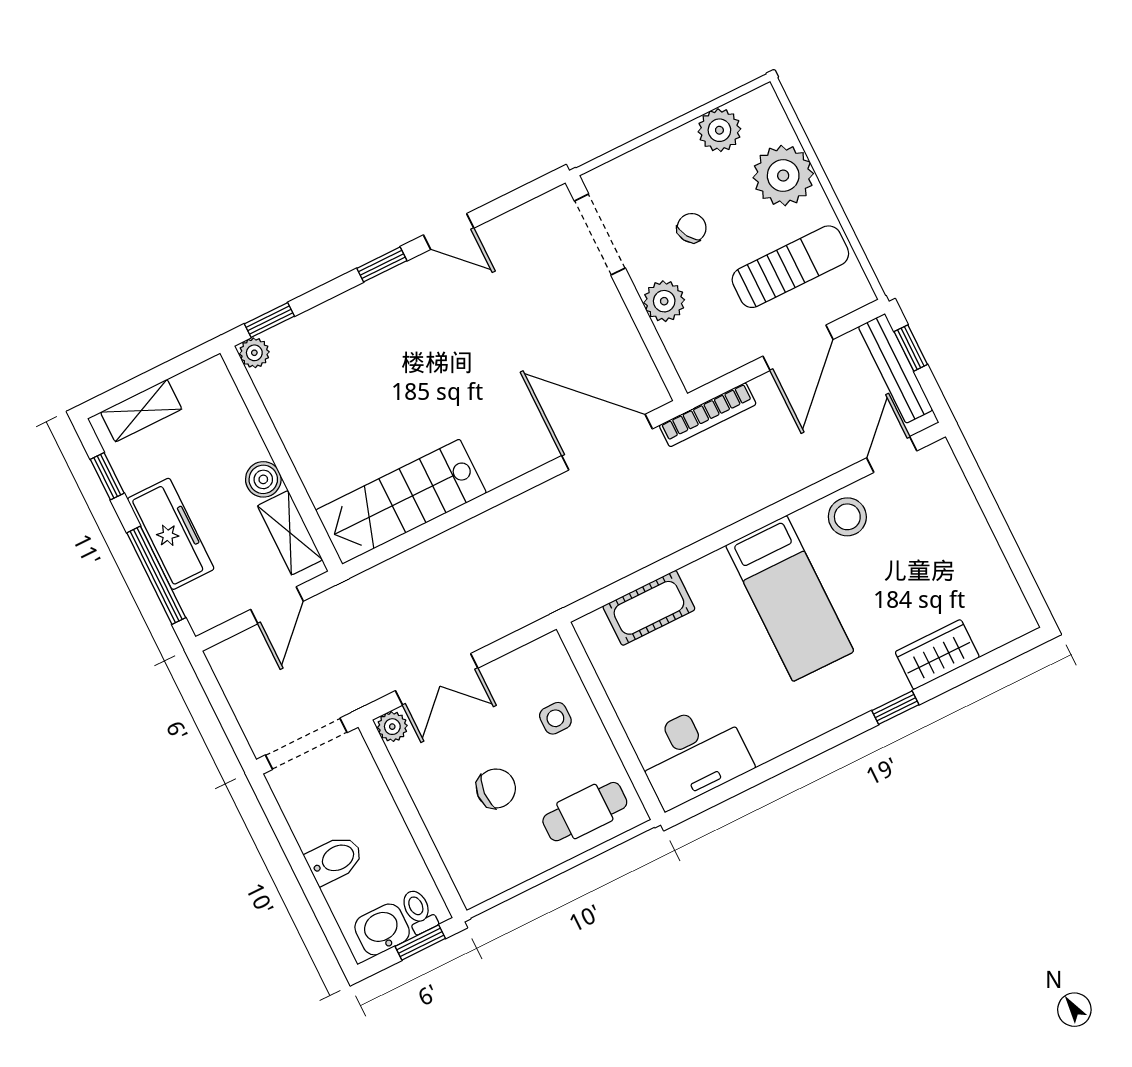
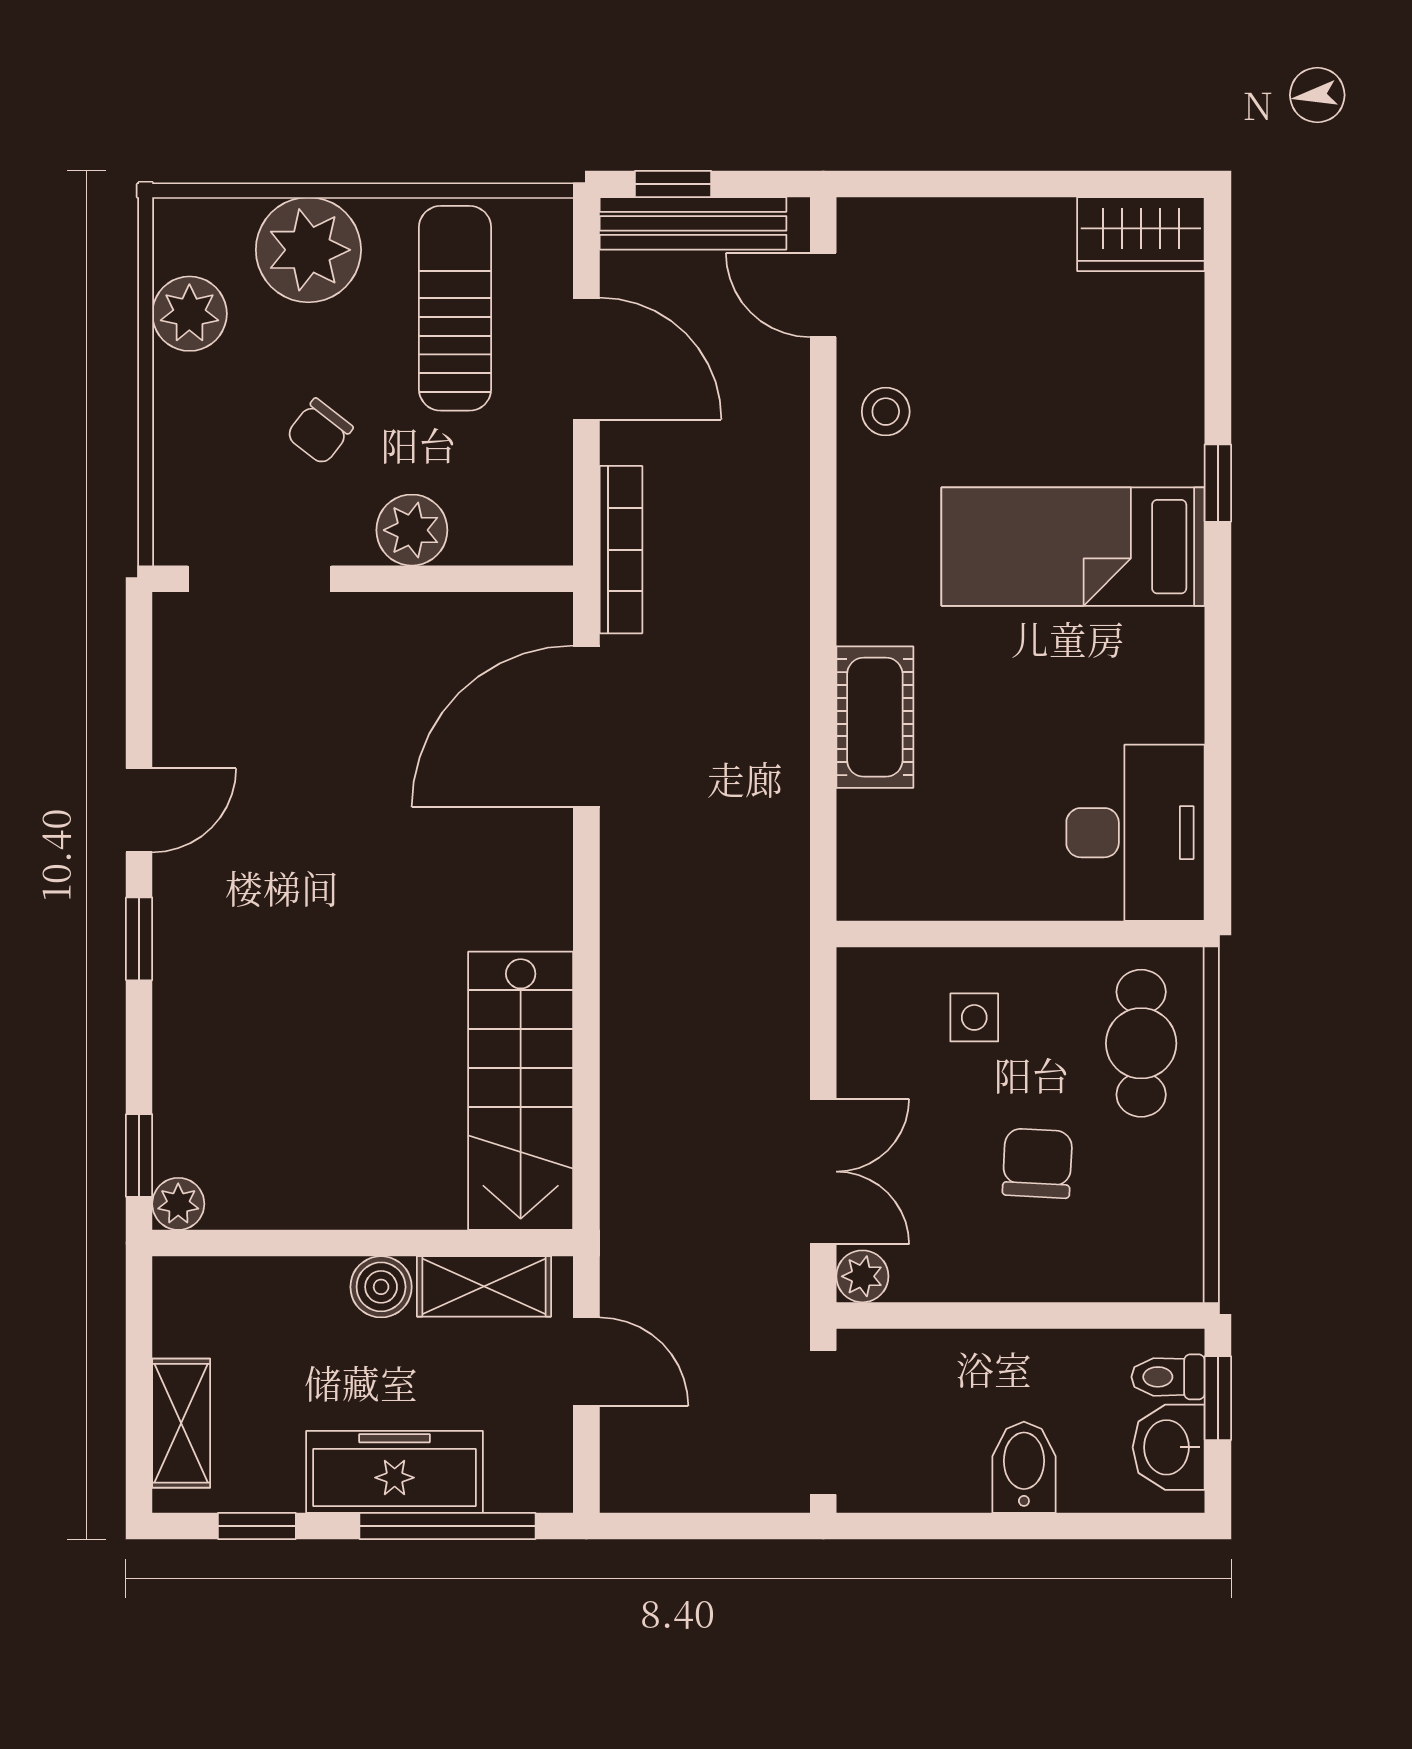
chair: (692, 228) -> (319, 432), turned -110
stool: (847, 517) -> (886, 412), width x0.73, depth x0.73
bed: (790, 598) -> (1073, 547), moved, turned 180
cot: (649, 608) -> (875, 717), moved
wardrobe: (937, 655) -> (1141, 234), moved, turned -90

